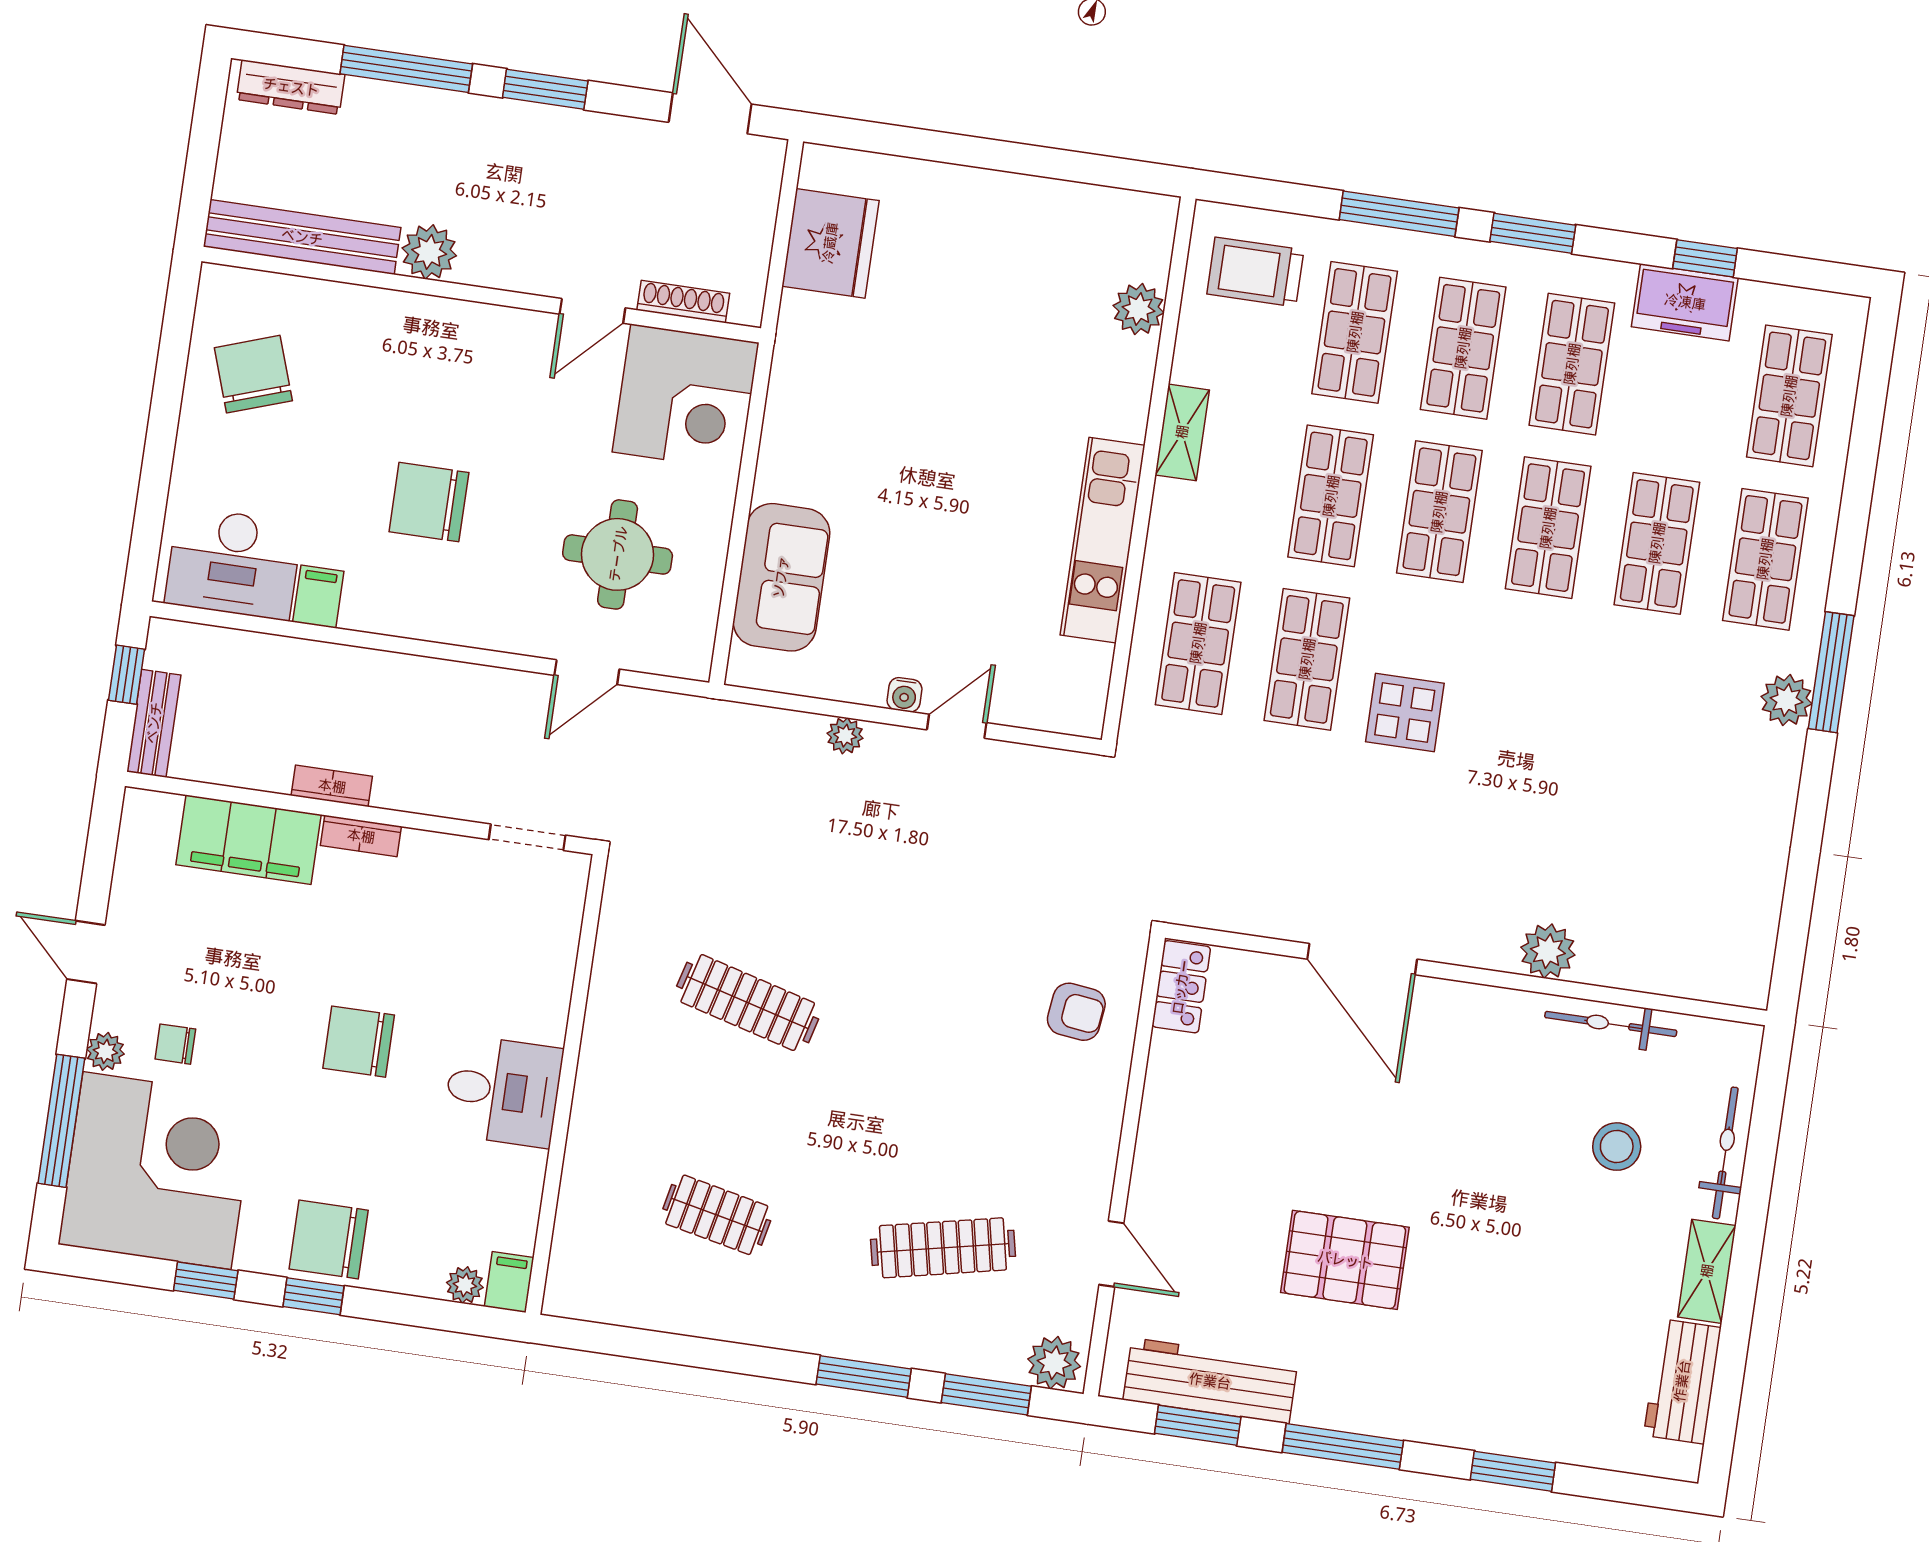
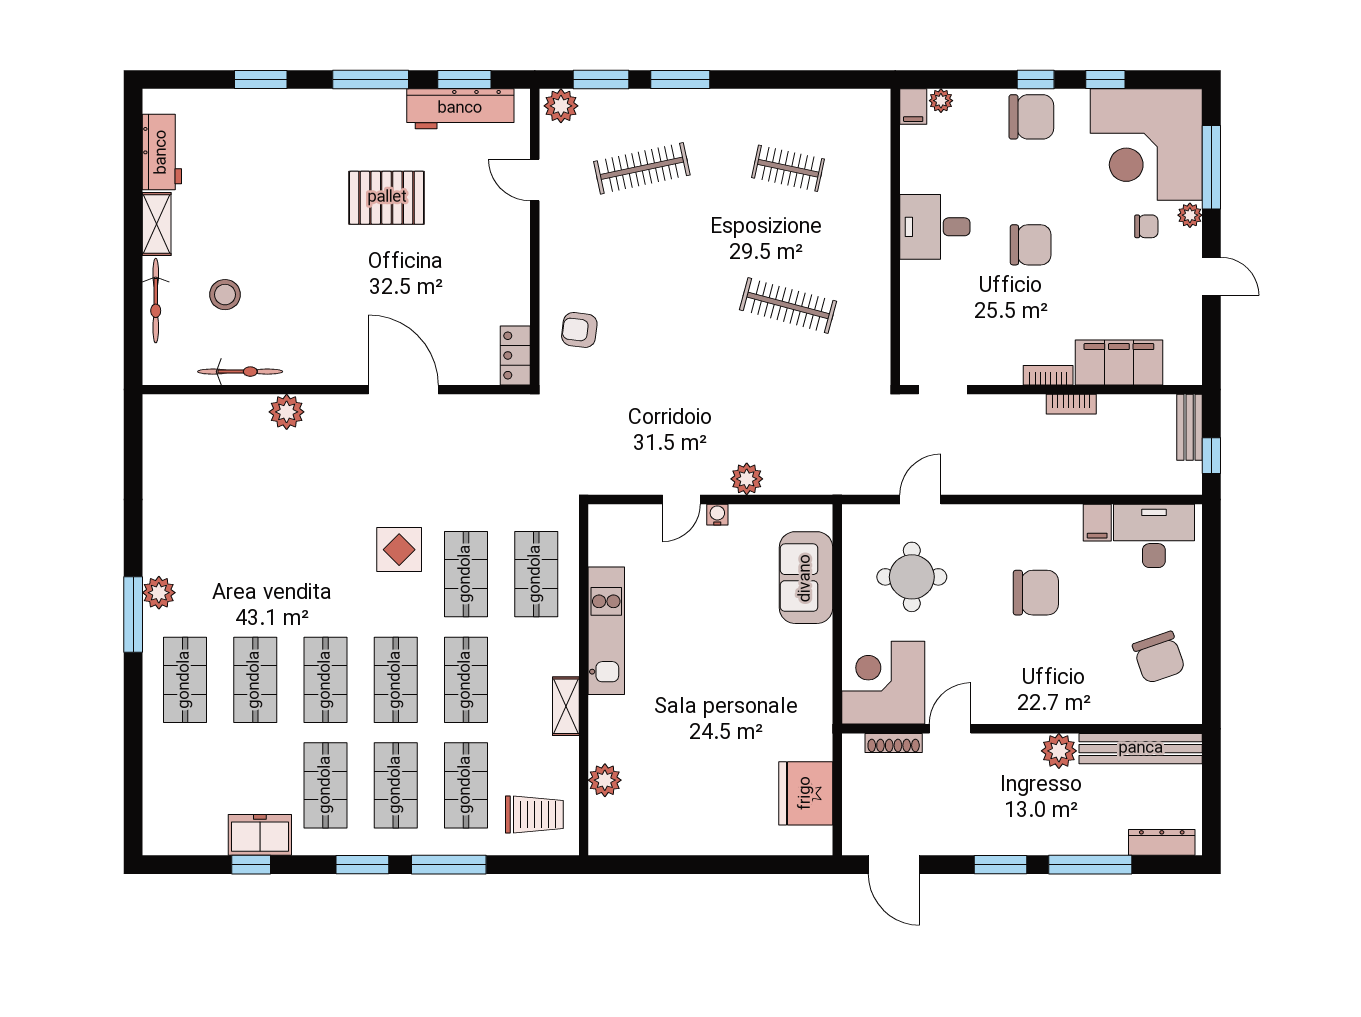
shop shelf: (1789, 396) -> (185, 785), removed
plant: (845, 736) -> (747, 479), width x1.38, depth x1.38

